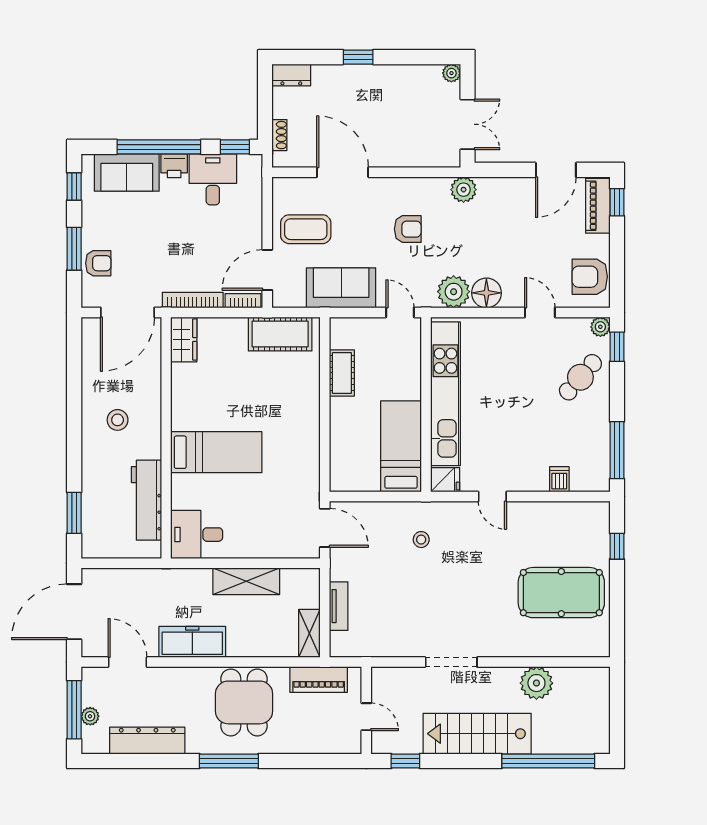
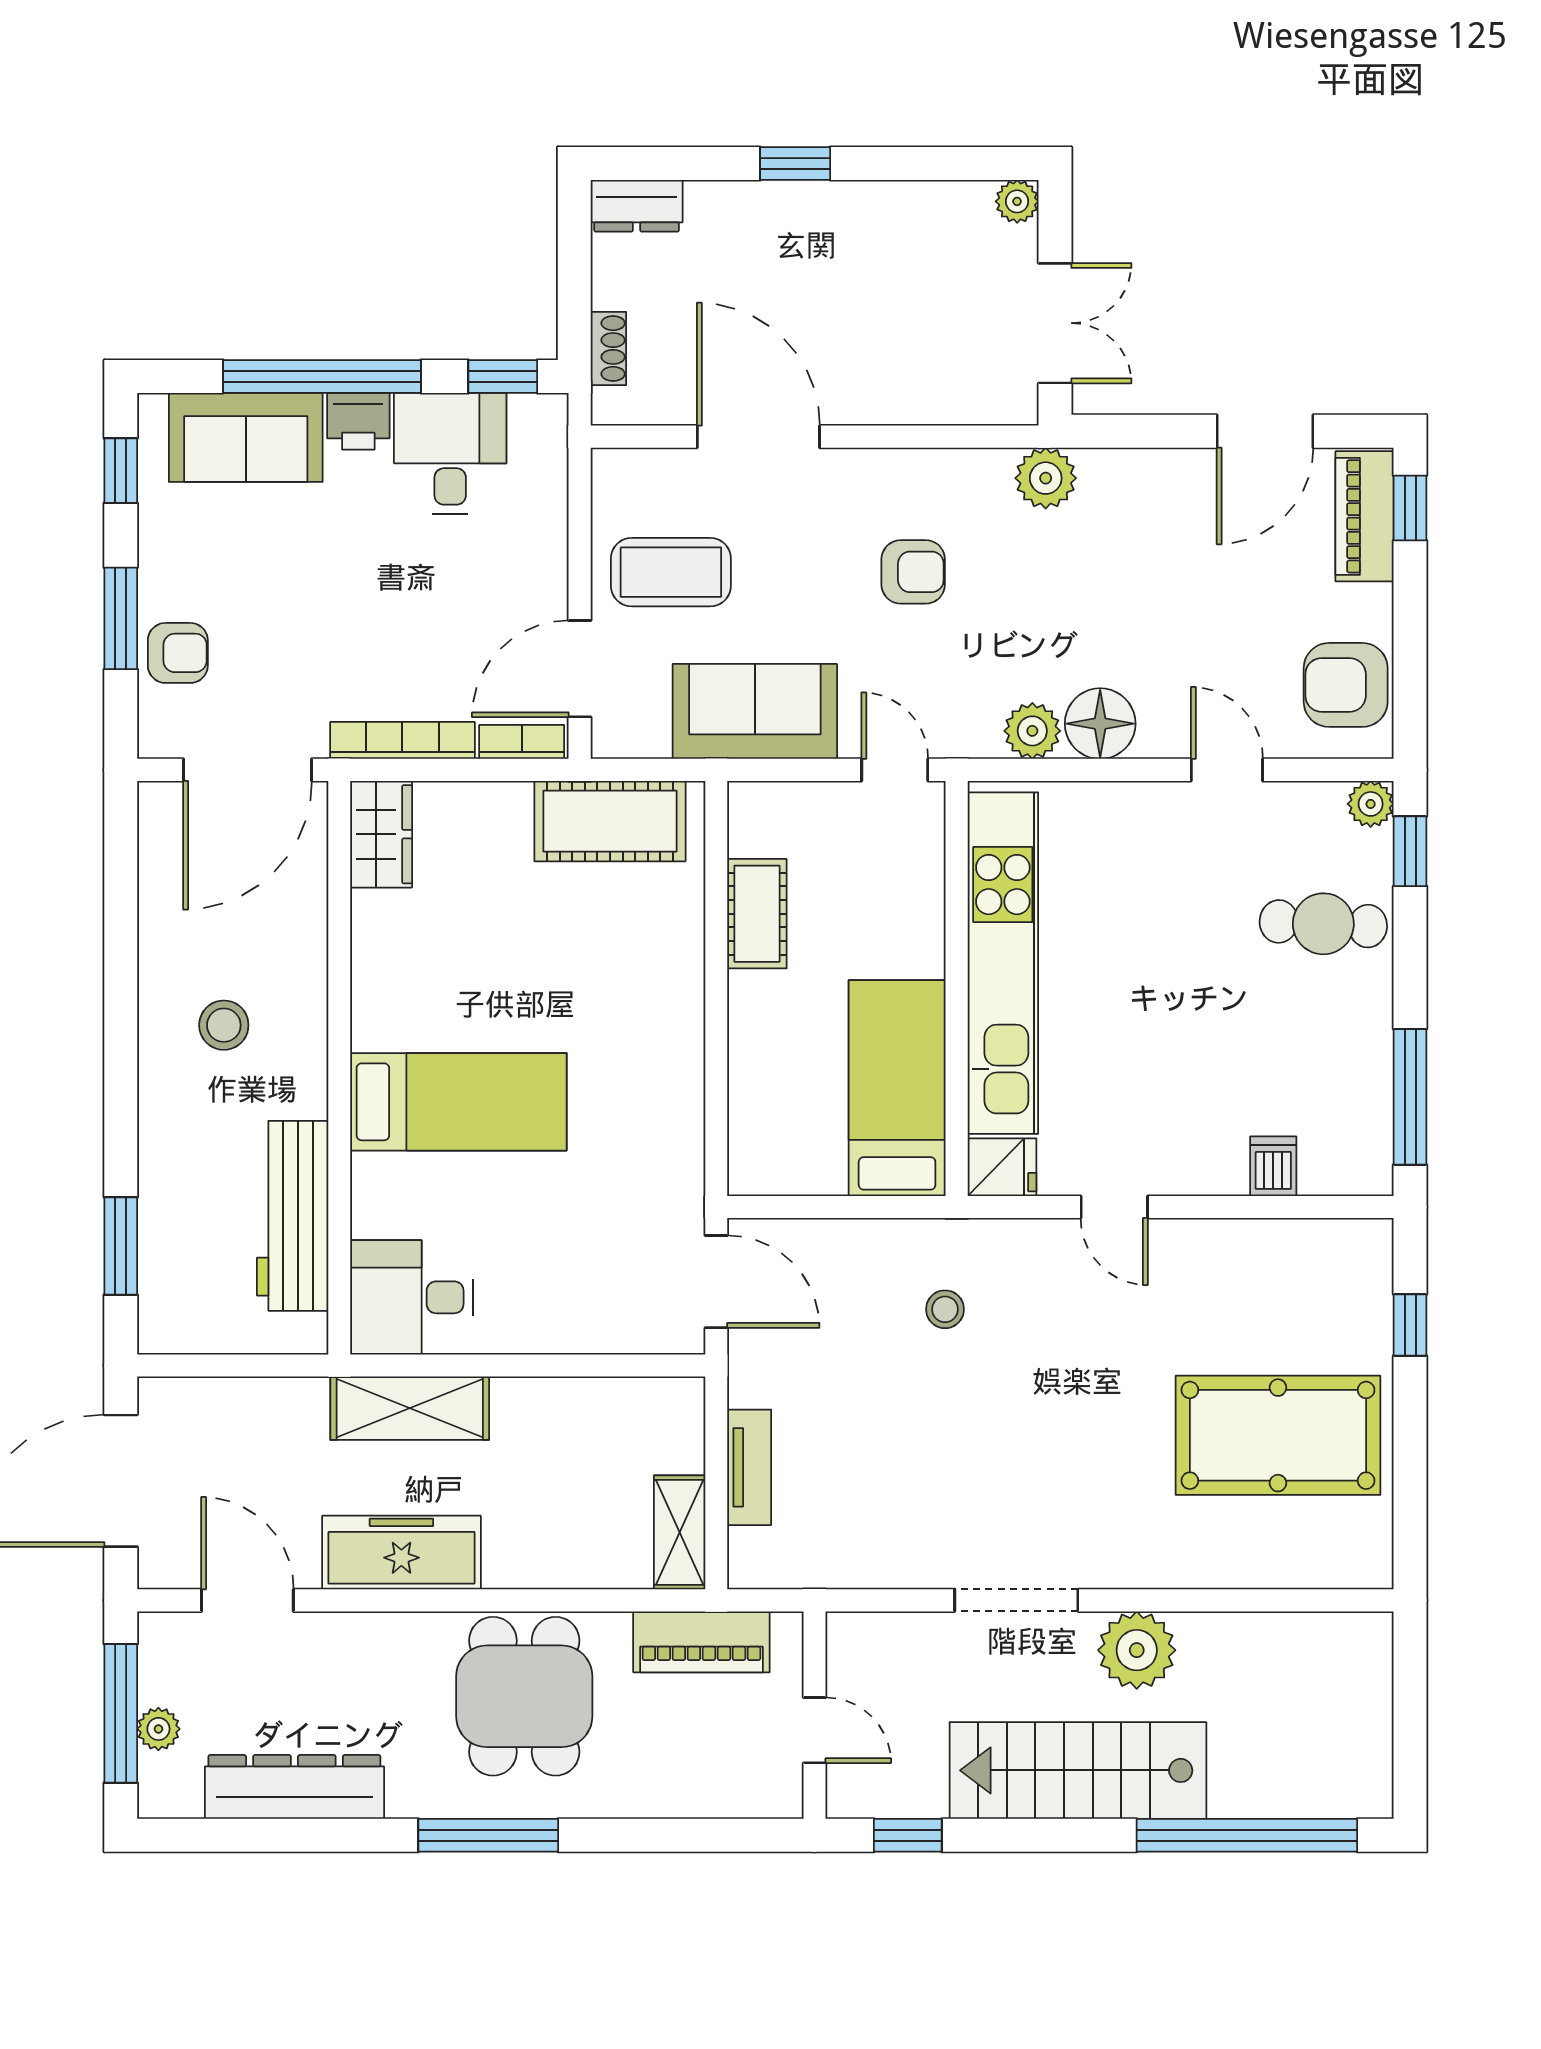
plant: (454, 292) -> (1032, 731), width x0.73, depth x0.73
cafe table: (580, 377) -> (1323, 924), turned 52
shelving: (246, 581) -> (410, 1408), moved
plant: (536, 683) -> (1137, 1650), moved

